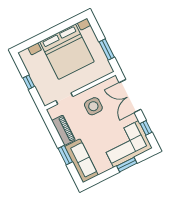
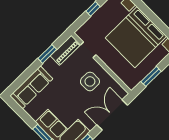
piano: (64, 130) -> (65, 50), moved
window: (65, 155) -> (47, 54), moved

